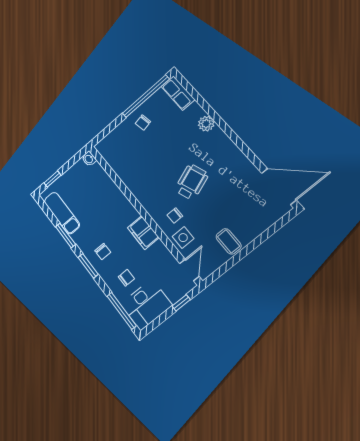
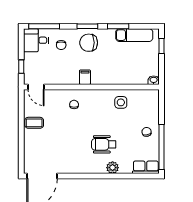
wheelchair: (191, 182) -> (104, 144), moved, turned 110
filing cabinet: (143, 233) -> (85, 77), width x0.50
side table: (183, 238) -> (121, 102), moved
chair: (103, 251) -> (89, 43), width x1.87, depth x1.87
desk: (146, 305) -> (36, 40), width x0.73

